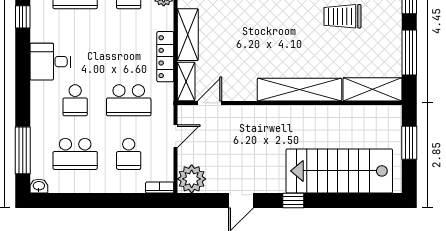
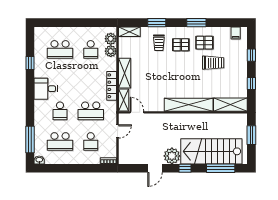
trolley: (342, 16) -> (213, 63), turned 180
window: (409, 53) -> (251, 83), width x0.46
door: (210, 103) -> (137, 112), hinge flipped
plant: (192, 179) -> (172, 156), moved
window: (355, 200) -> (221, 168), added

